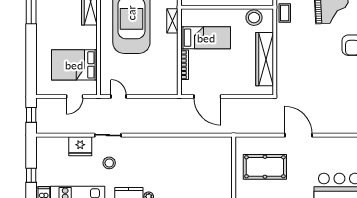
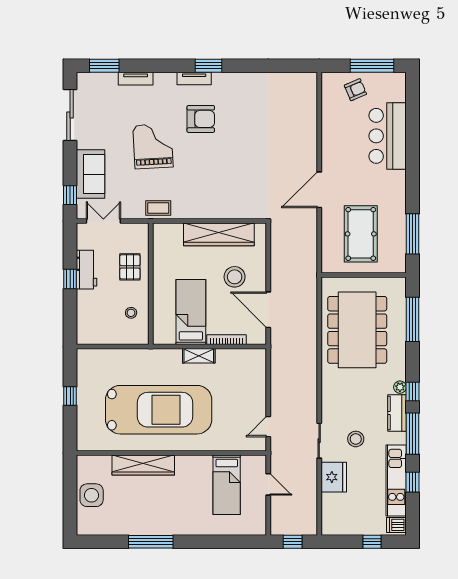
stool: (254, 18) -> (235, 277), moved
shelving: (172, 21) -> (199, 356), moved
bed: (74, 65) -> (227, 485), width x0.67
door: (207, 97) -> (268, 310), swing flipped
dining table: (192, 164) -> (357, 330), added

